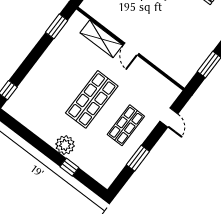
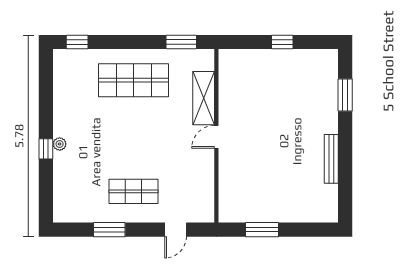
shop shelf: (92, 99) -> (134, 80), moved
plant: (65, 145) -> (60, 144), width x0.53, depth x0.53
window: (69, 167) -> (46, 149), moved

